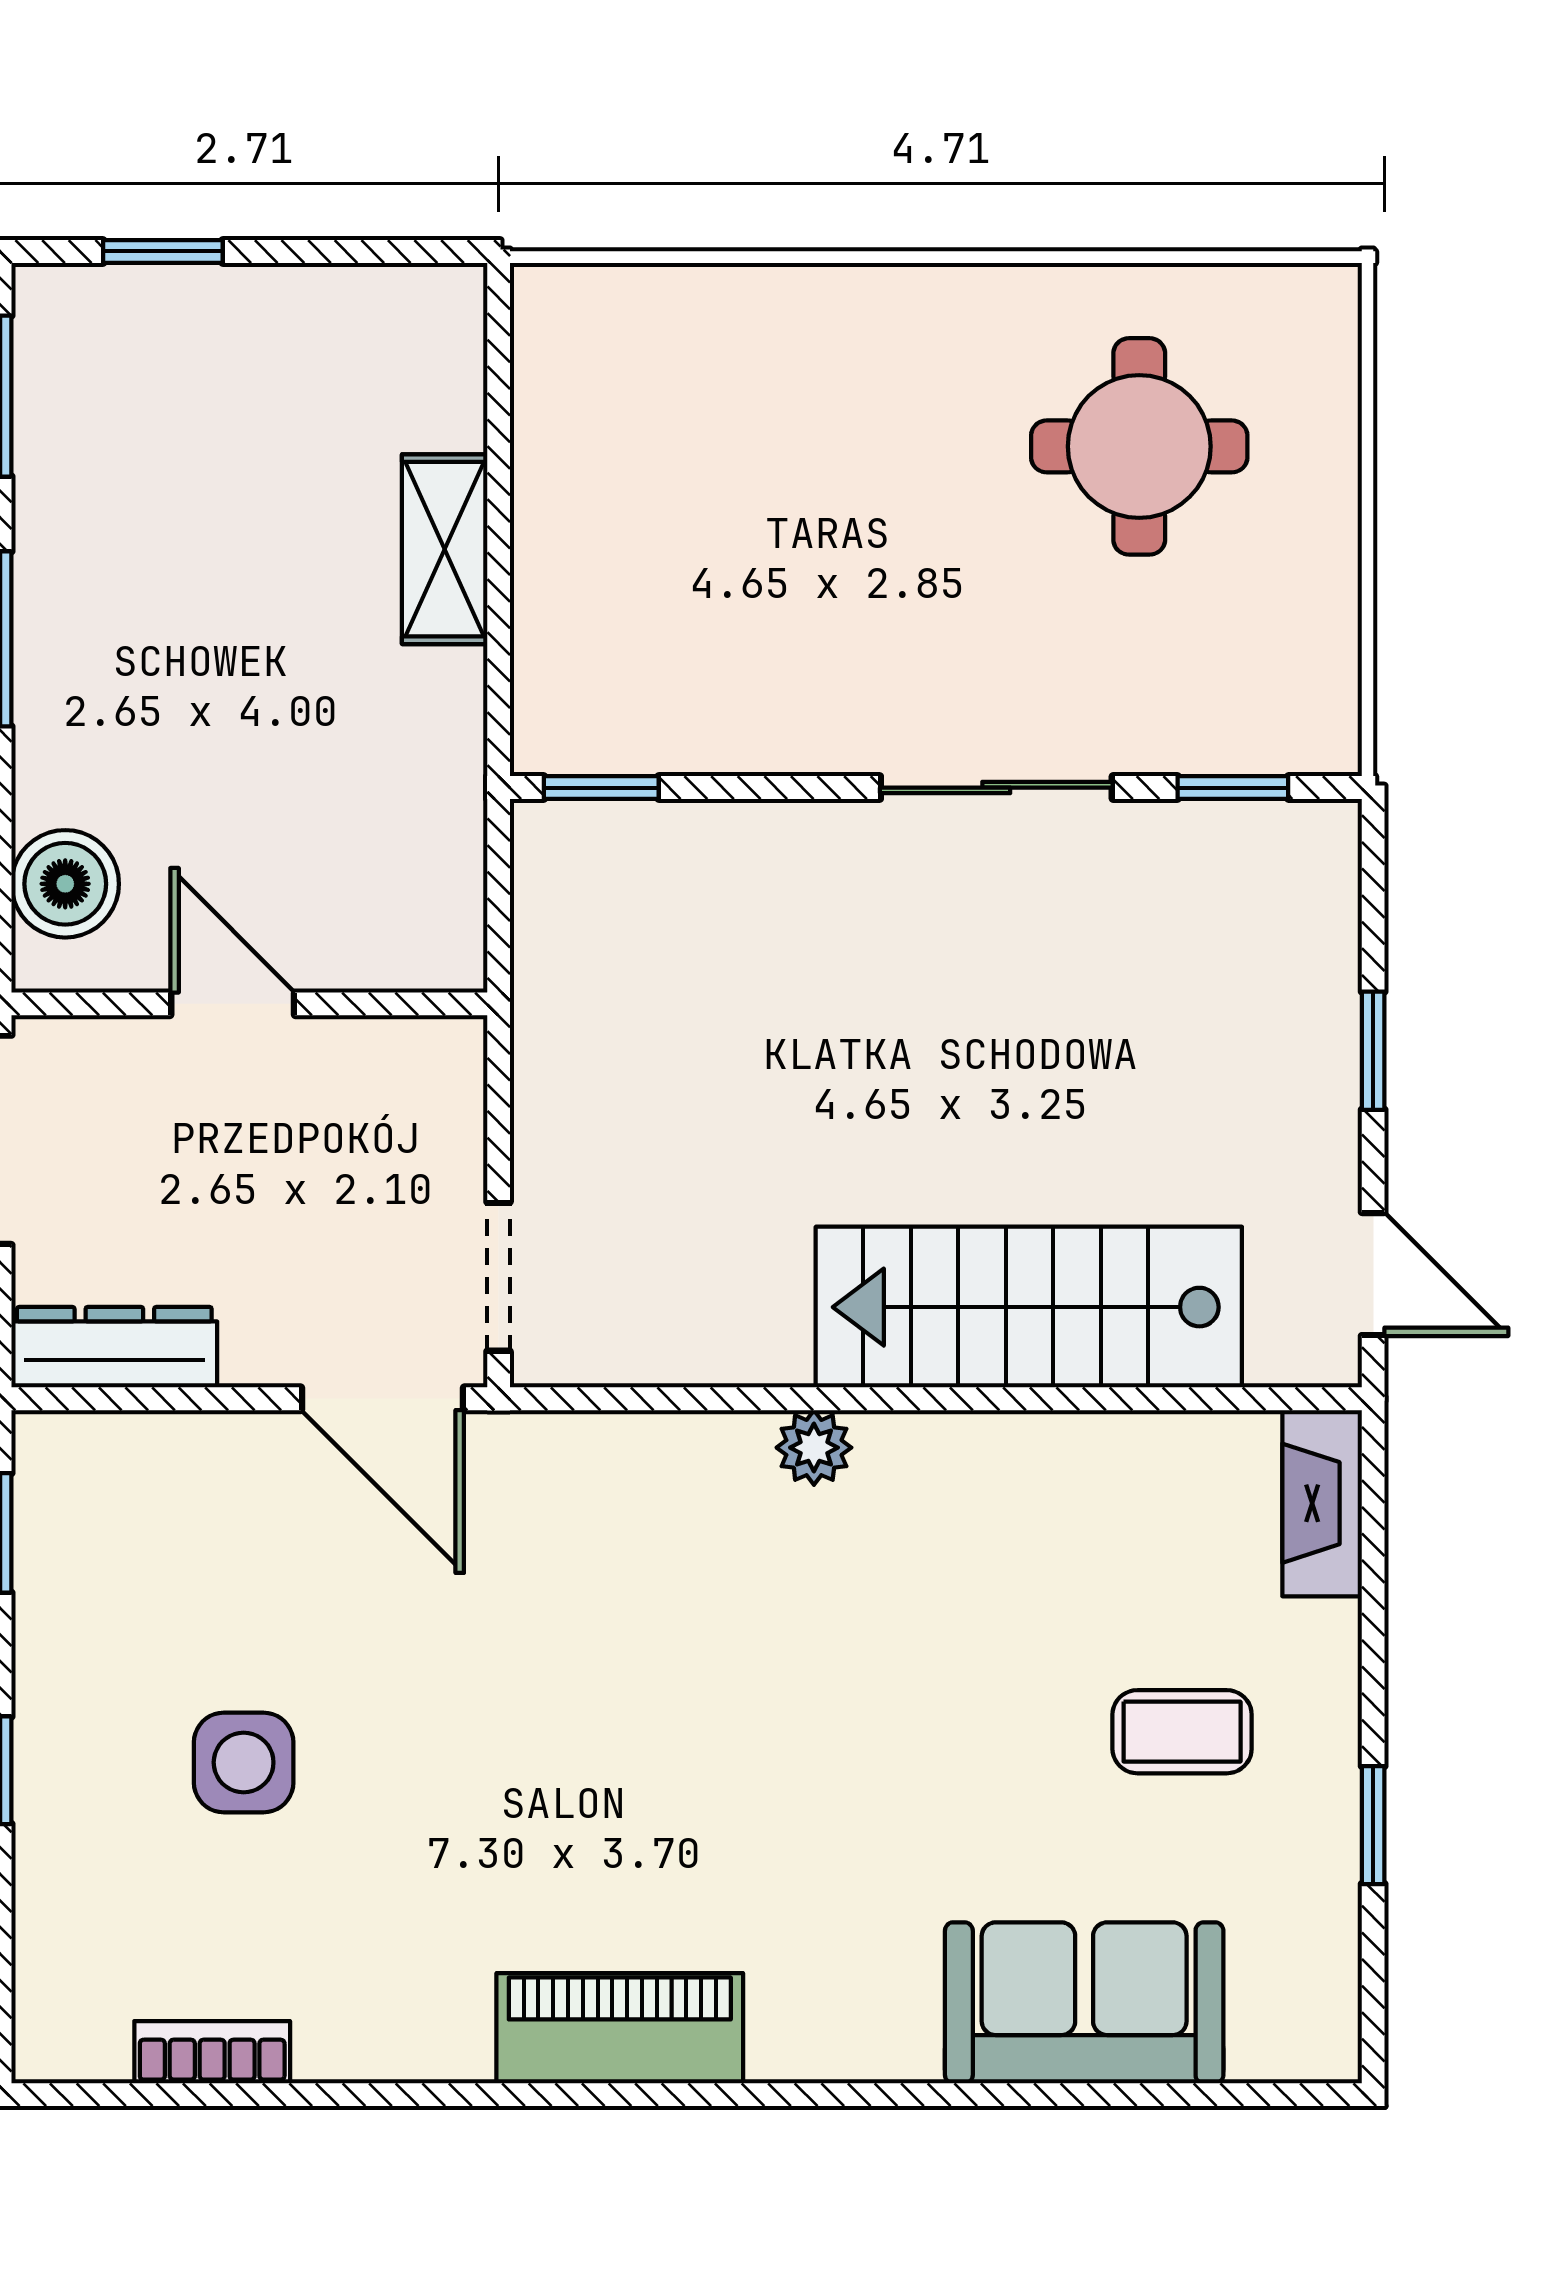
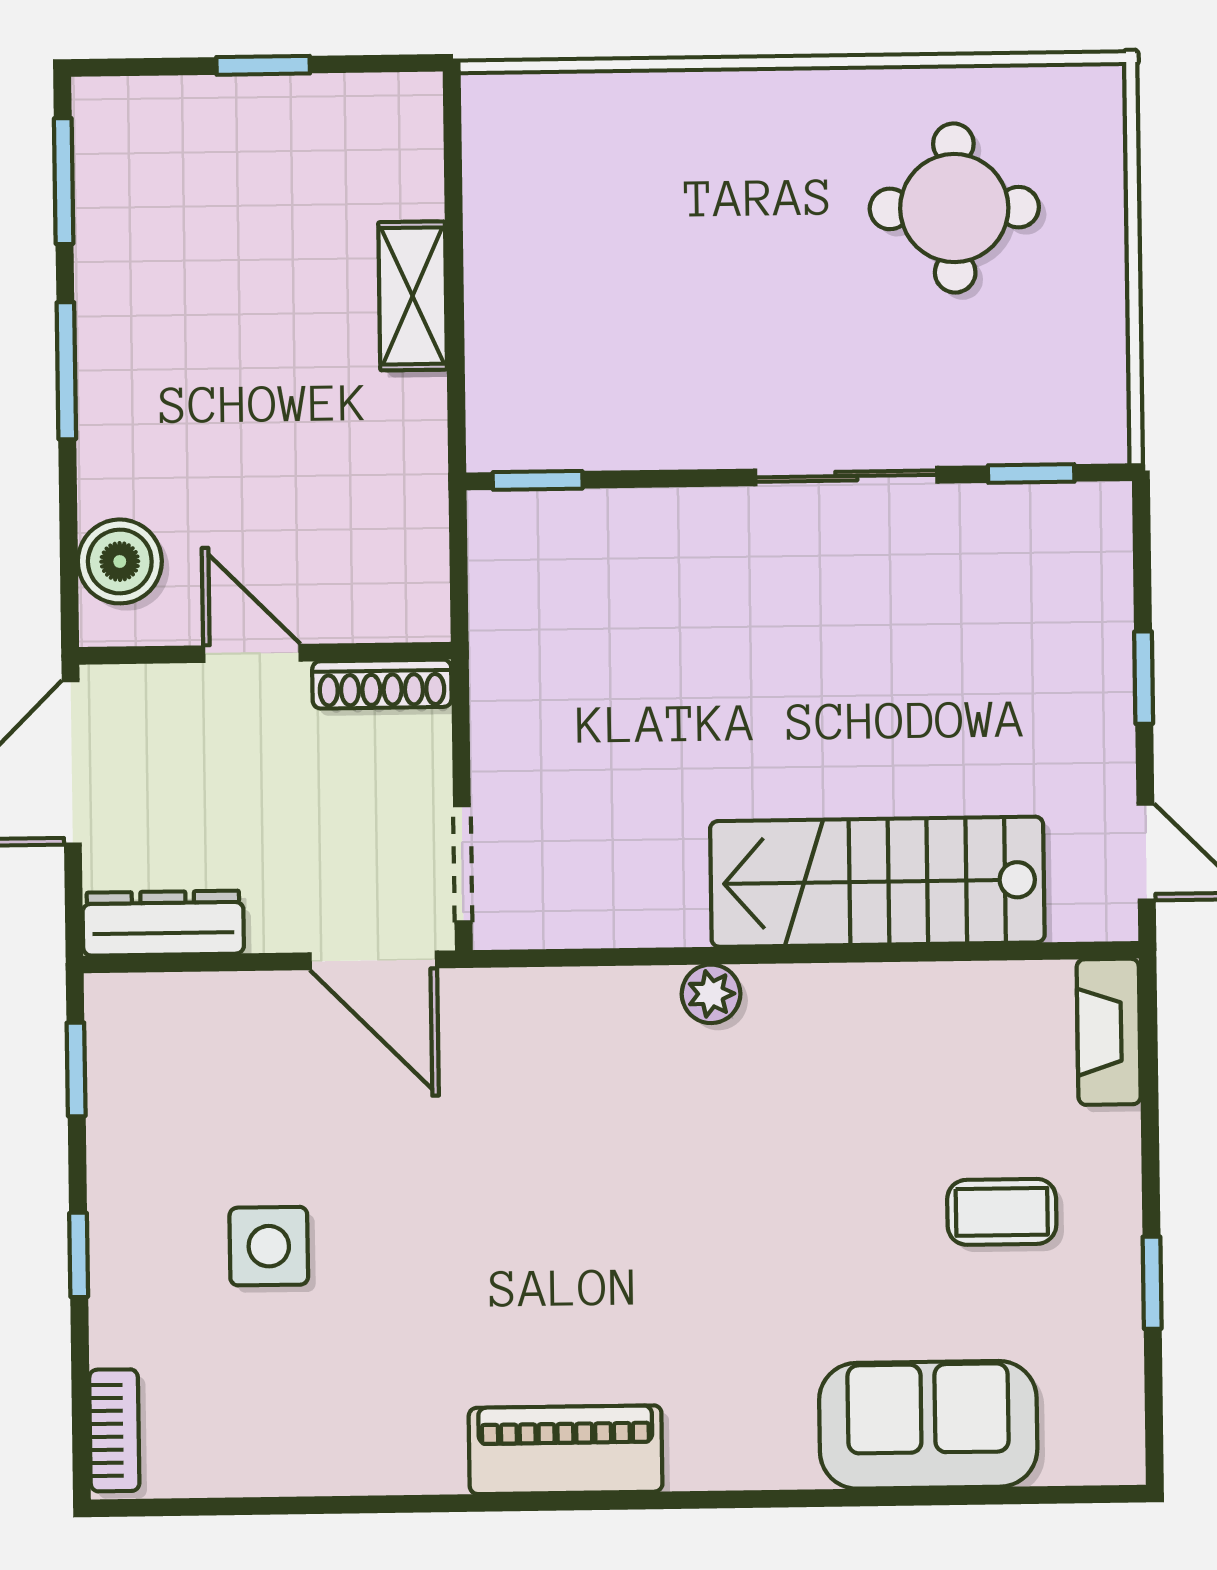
window: (163, 251) -> (263, 65), moved
shoe rack: (398, 1045) -> (382, 684), added
bookcase: (212, 2052) -> (114, 1430), moved, turned 90

